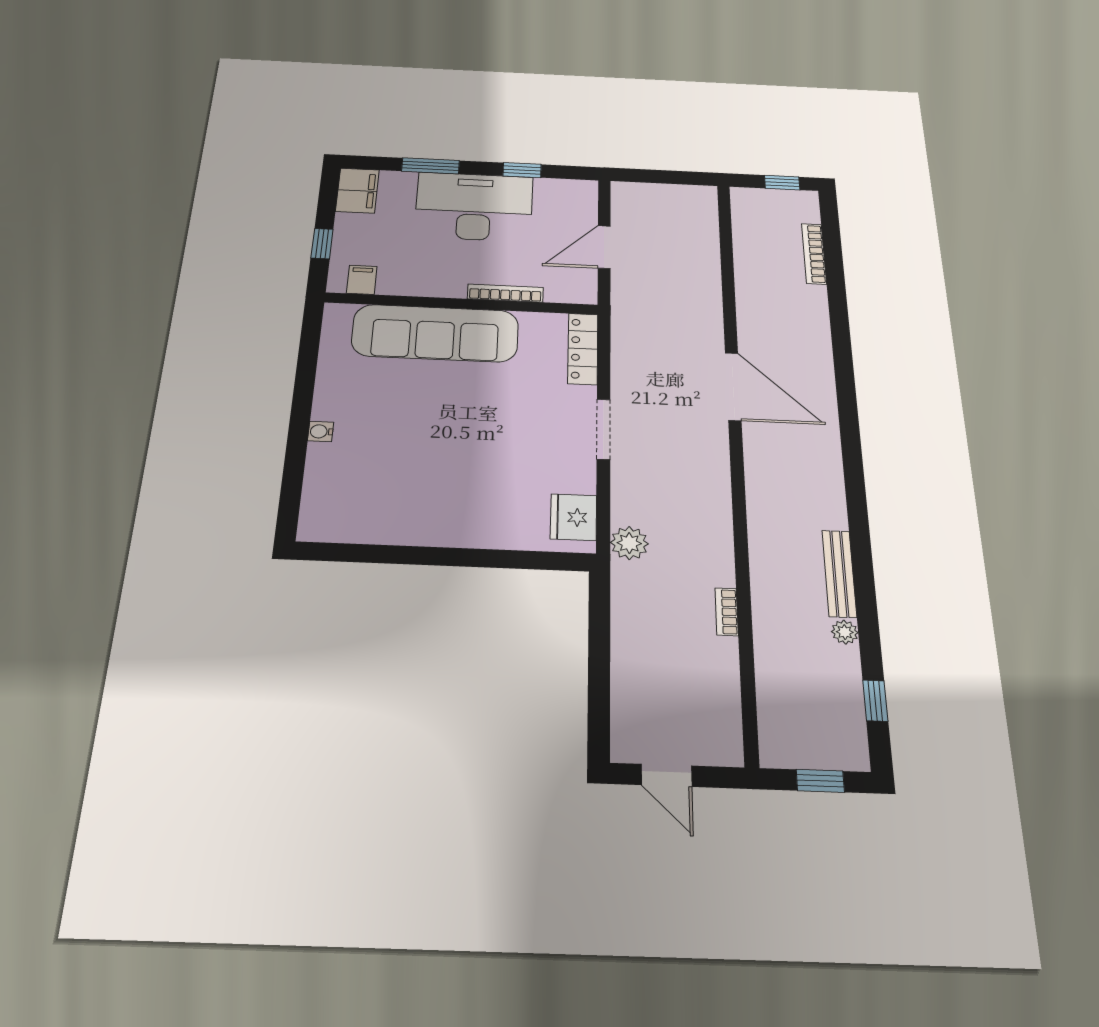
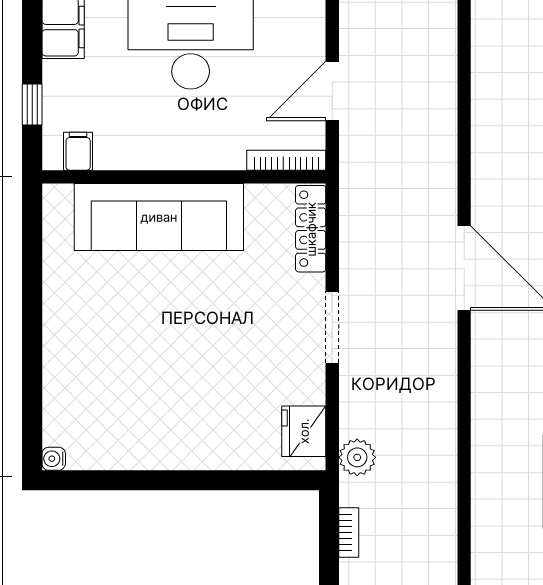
bookcase: (505, 293) -> (286, 160), moved
water cooler: (321, 431) -> (54, 459), moved
bookcase: (727, 612) -> (349, 532), moved, turned 180

